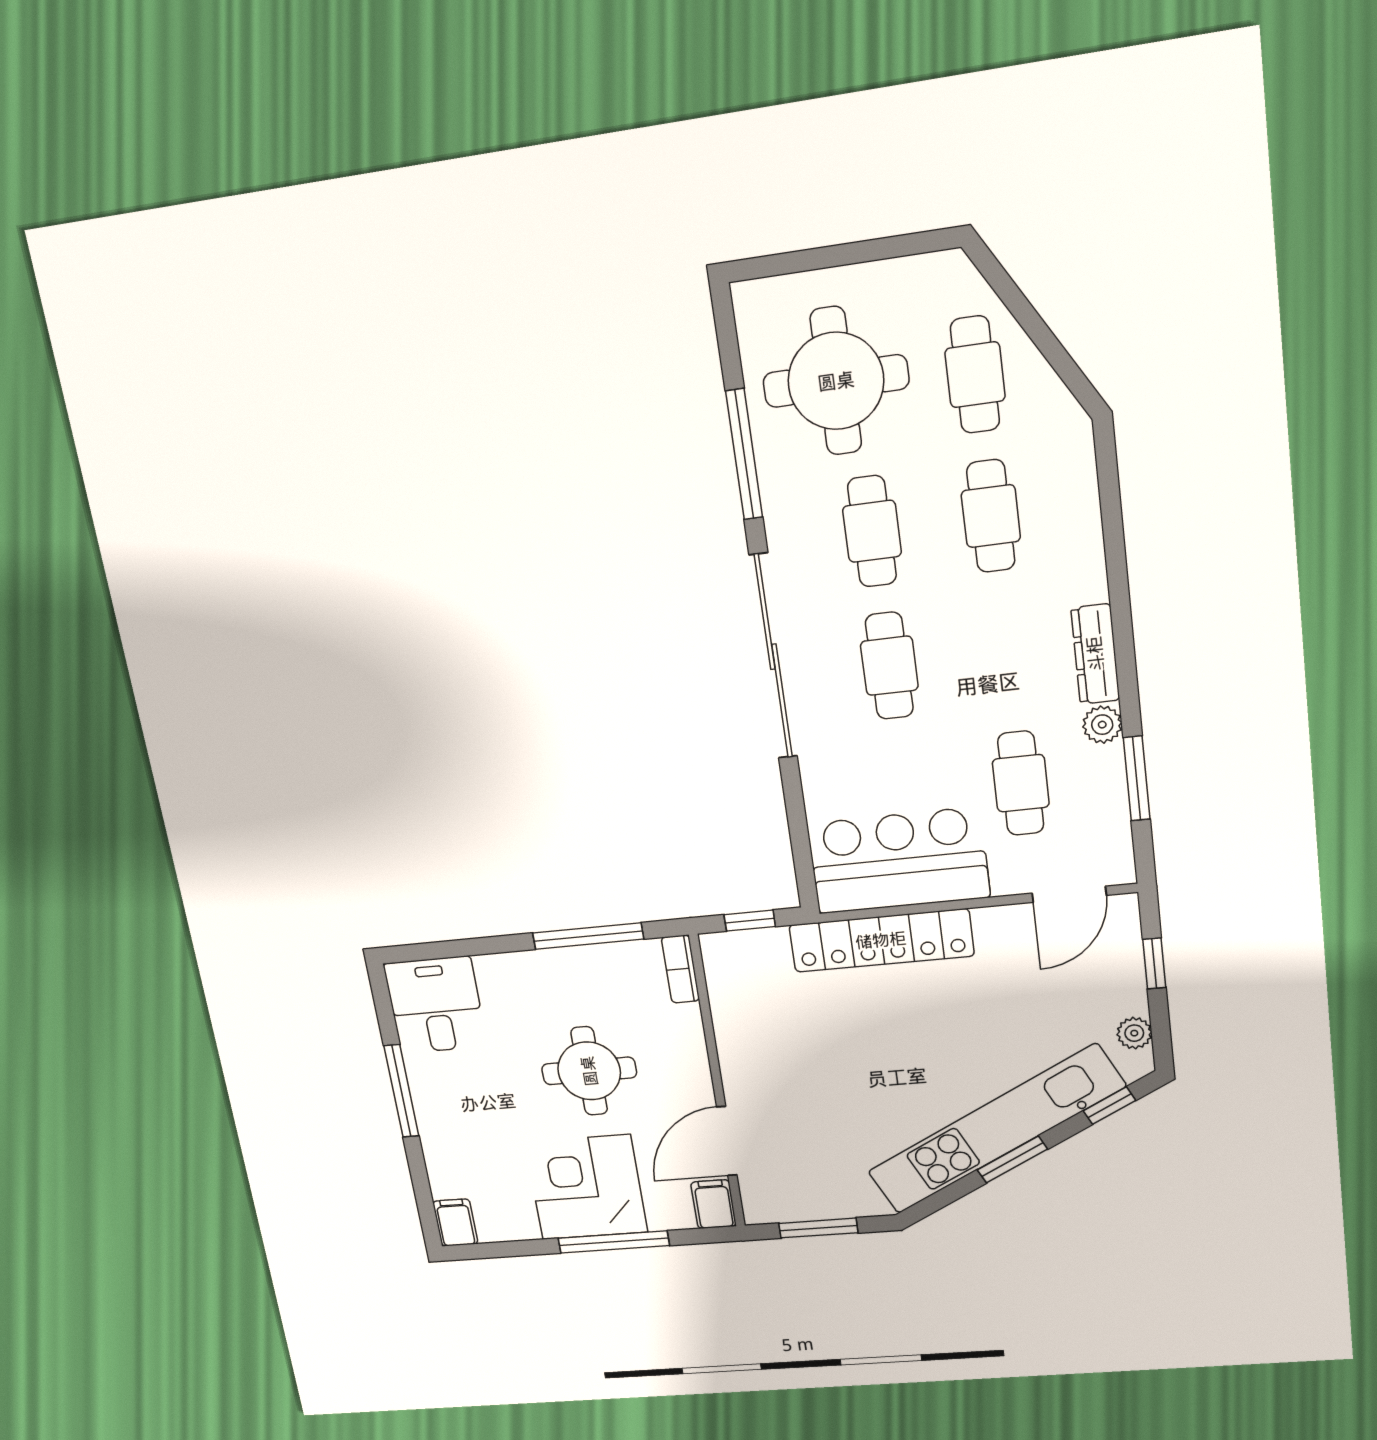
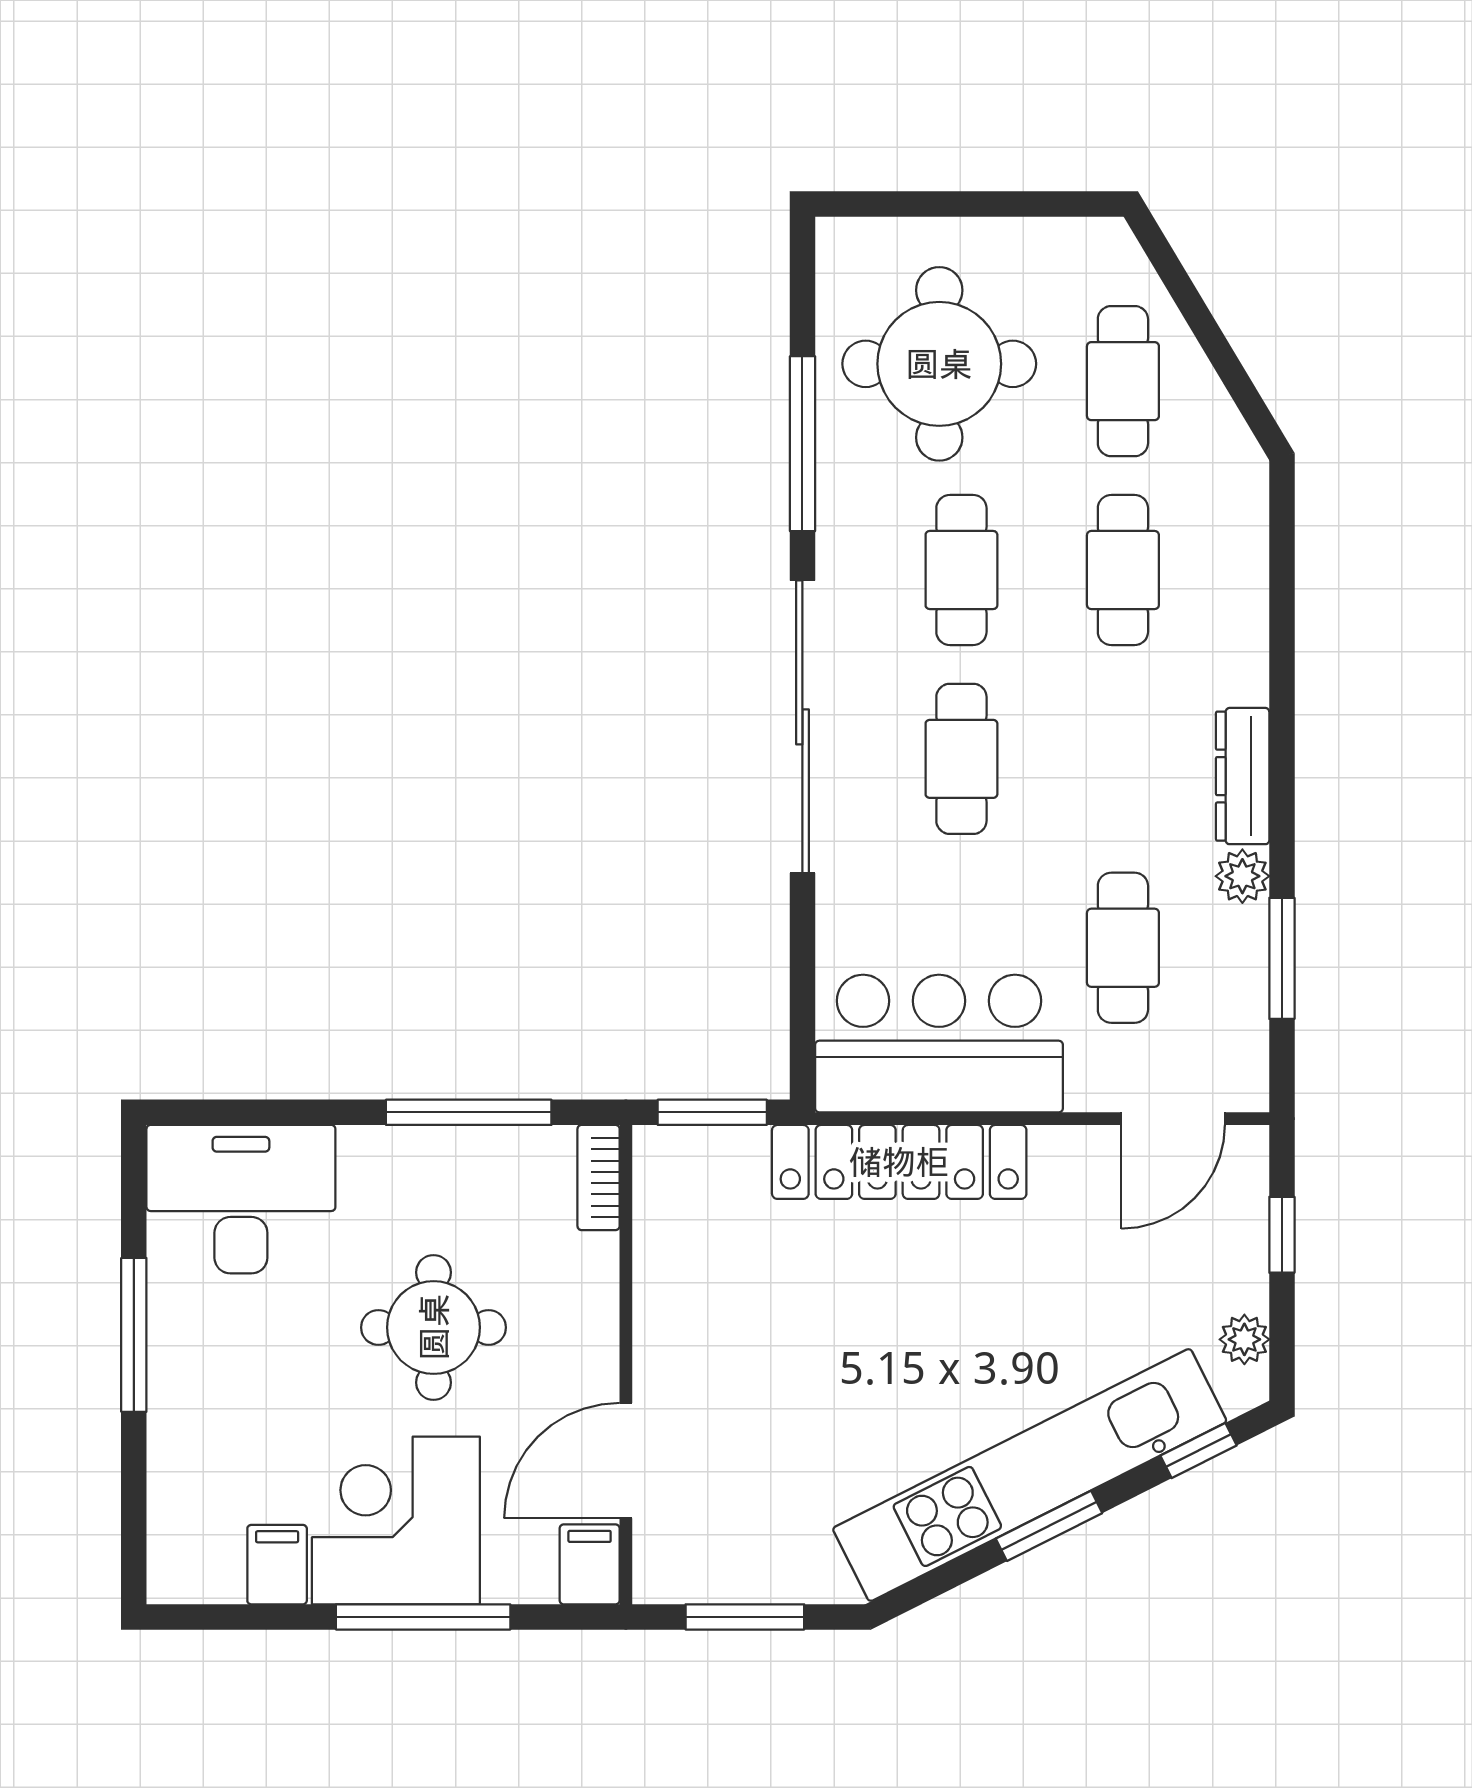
window: (750, 921) -> (712, 1112), width x1.50
desk: (435, 1005) -> (241, 1199), width x1.37
filing cabinet: (455, 1223) -> (277, 1565), moved

